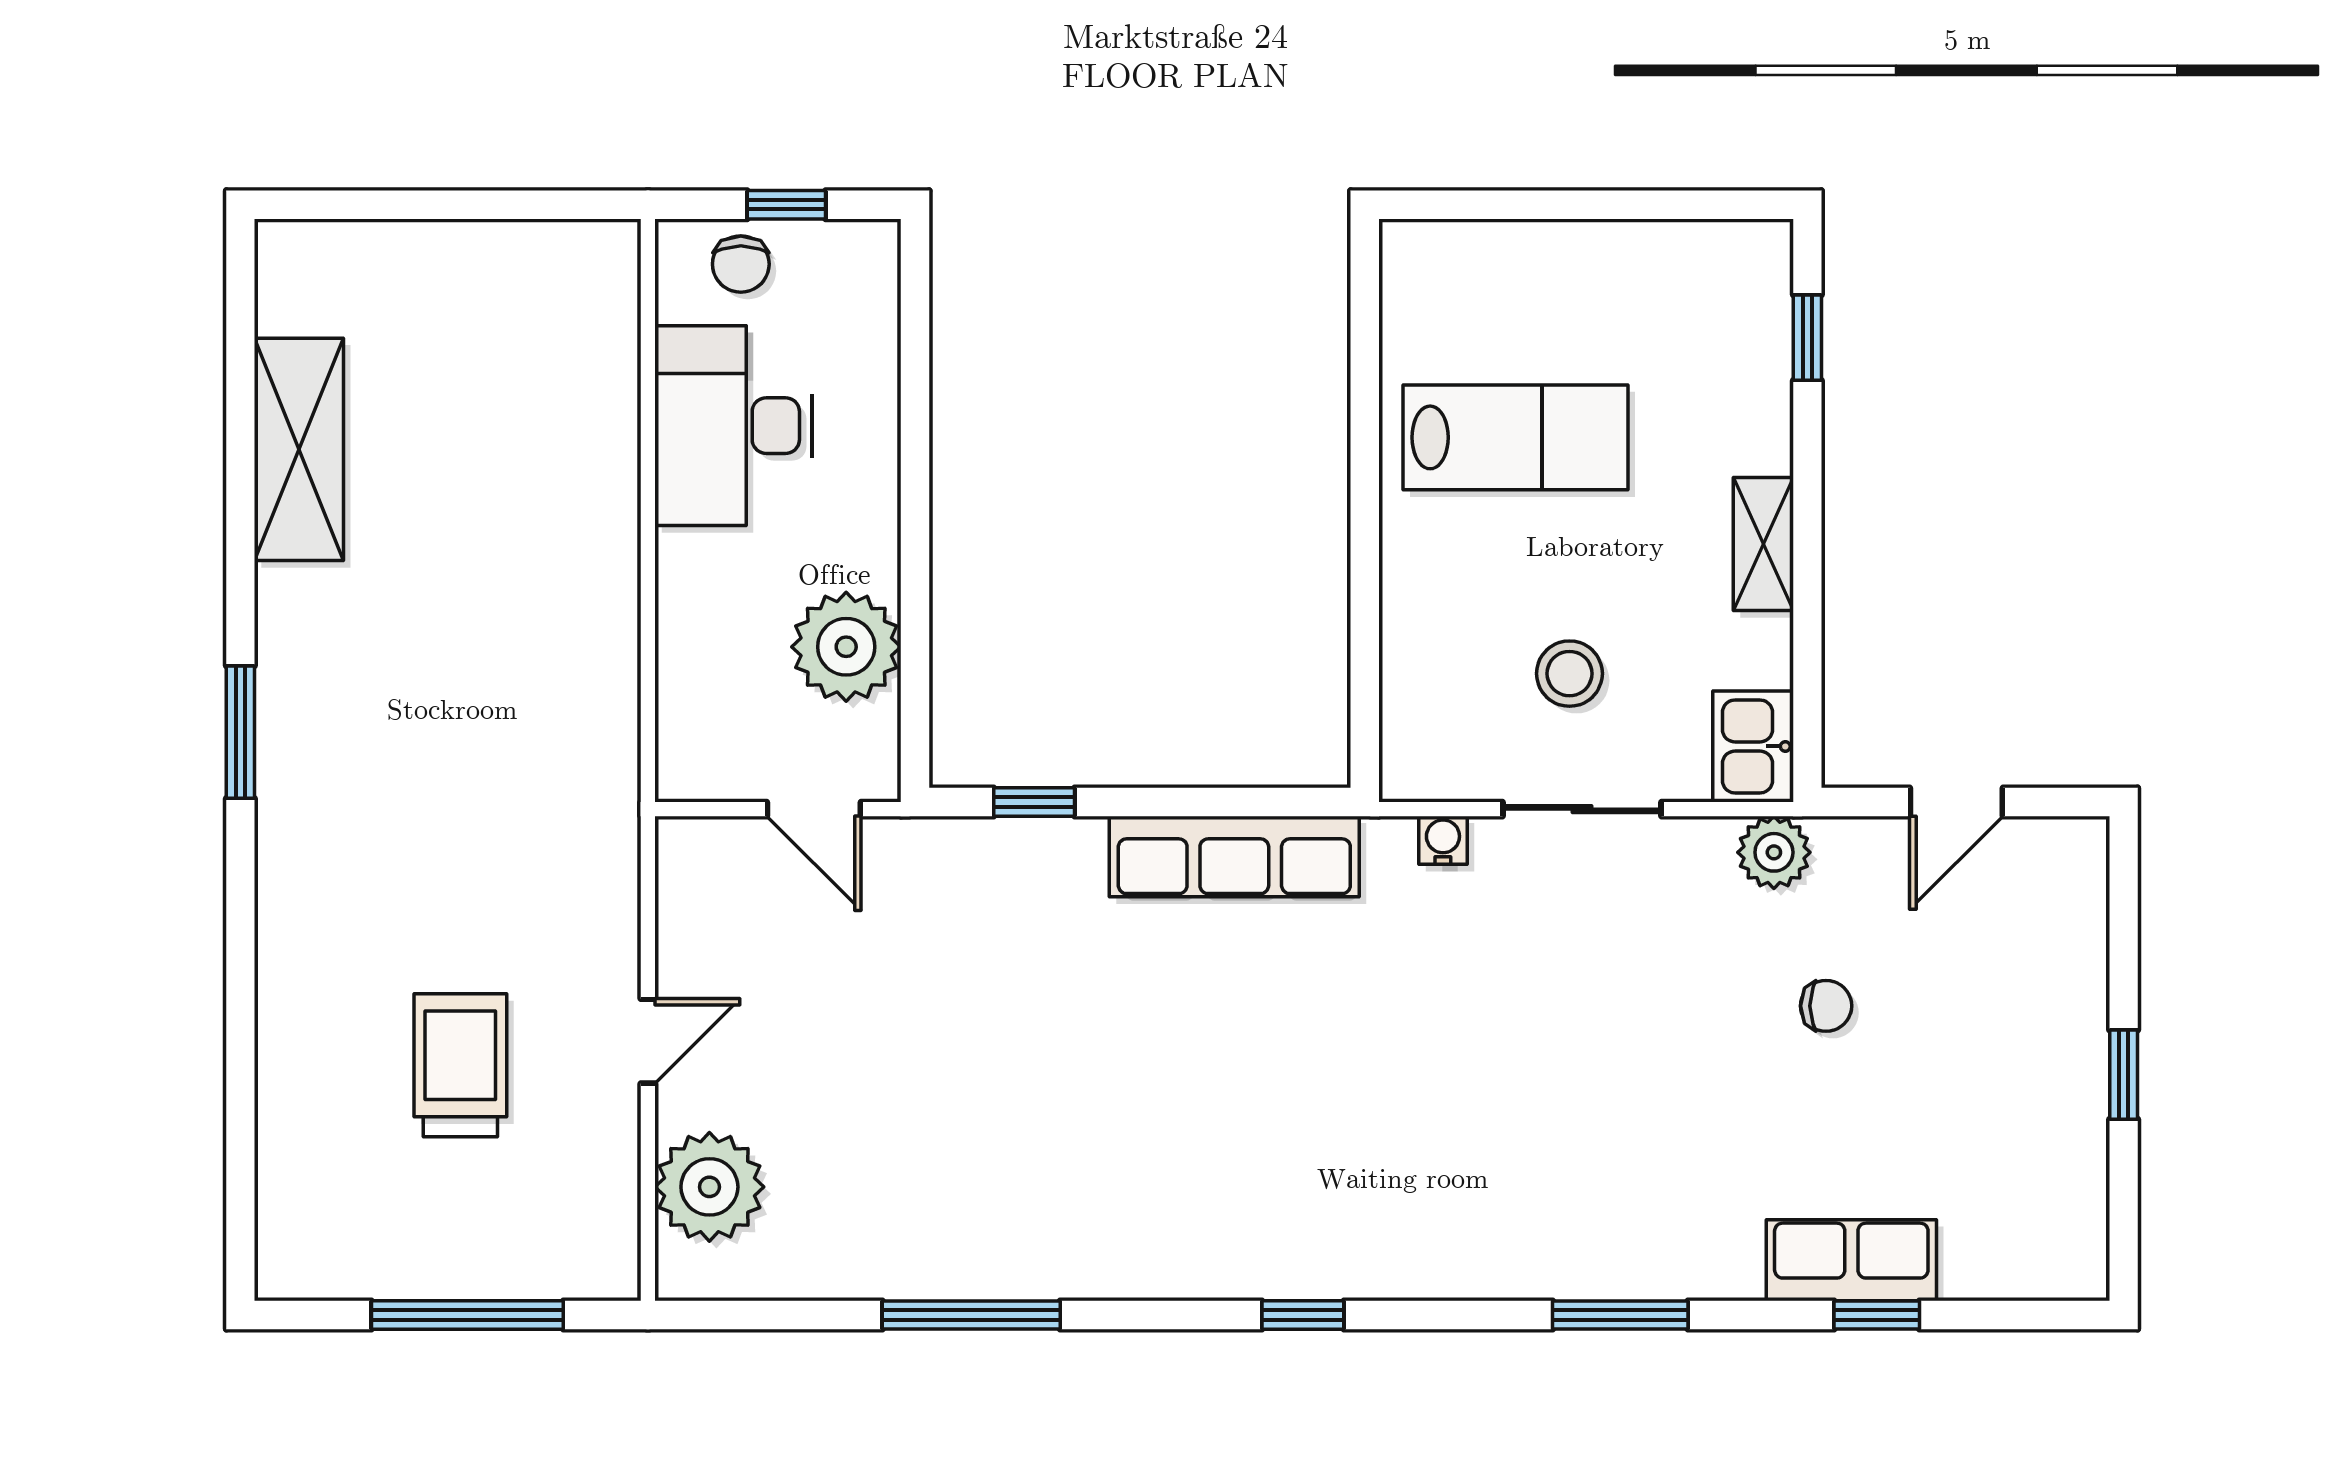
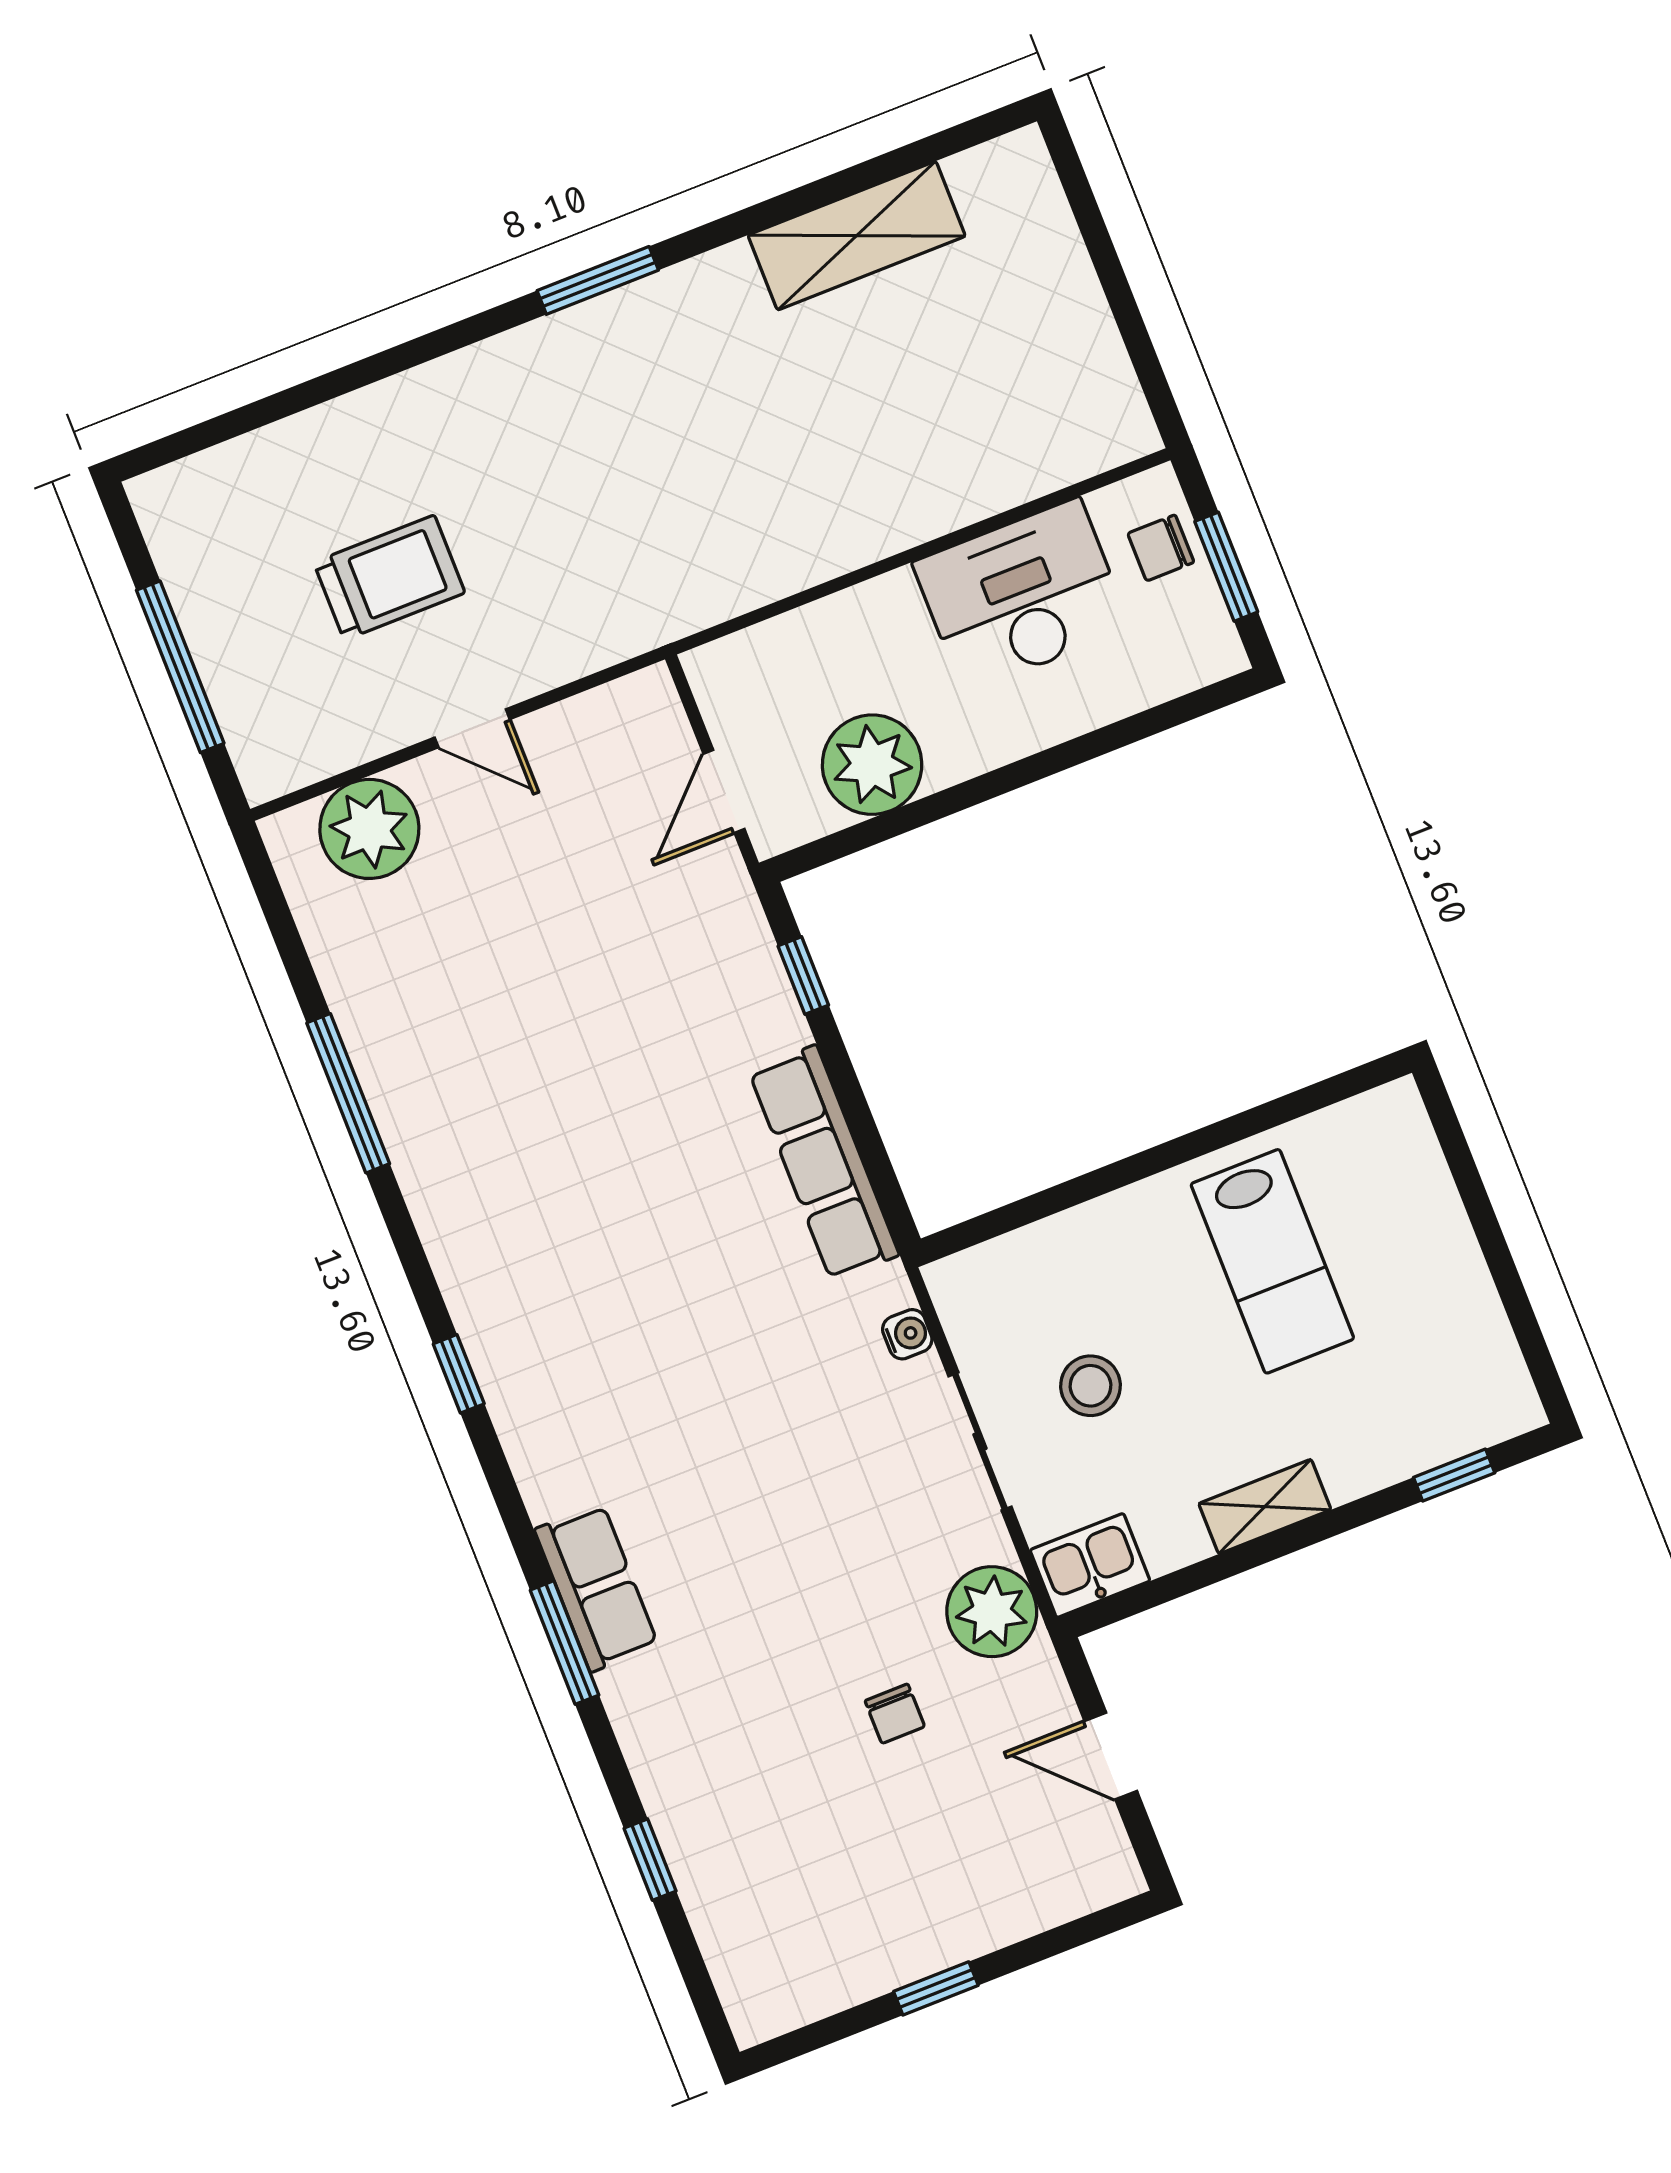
window: (786, 205) -> (1226, 567), width x1.50
plant: (1774, 852) -> (992, 1612), width x1.36, depth x1.36
row of seats: (1851, 1260) -> (596, 1588), moved

